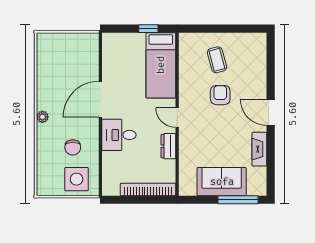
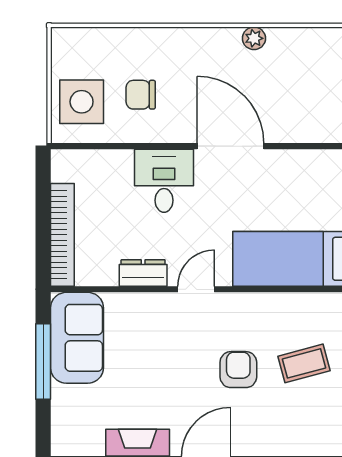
armchair: (220, 95) -> (238, 370), turned -90
plant: (42, 117) -> (254, 38), moved
sofa: (222, 182) -> (77, 338), moved
window: (238, 200) -> (43, 361), moved

